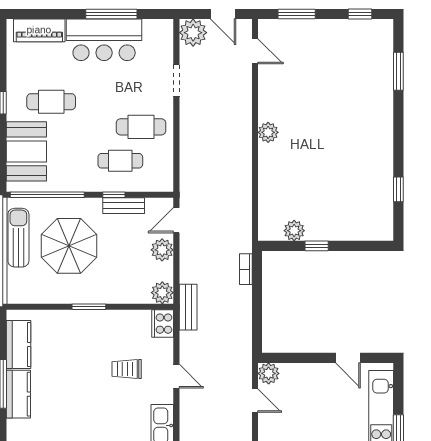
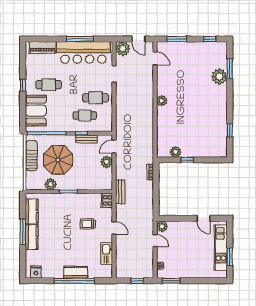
bar counter: (104, 40) -> (83, 52), width x1.36
plant: (378, 86) -> (219, 77), added
plant: (162, 293) -> (51, 184), moved

